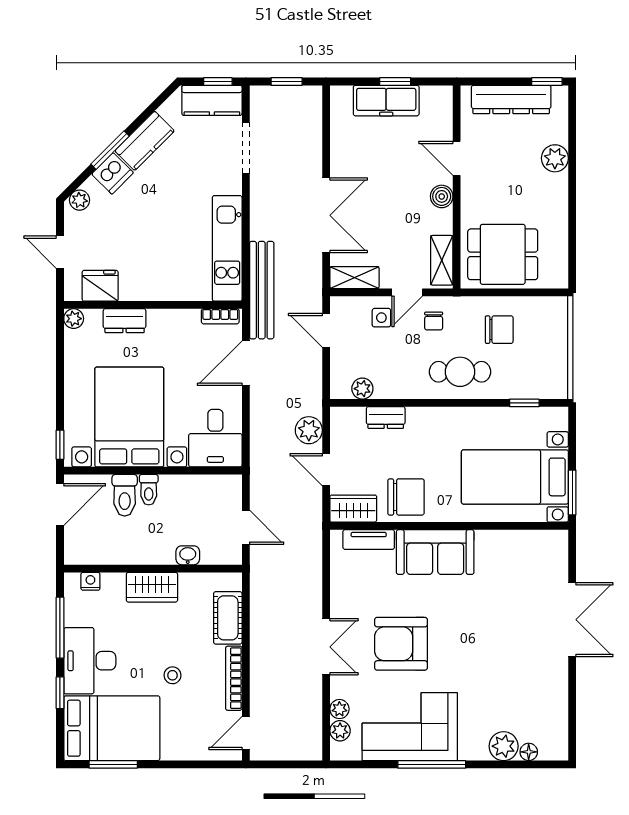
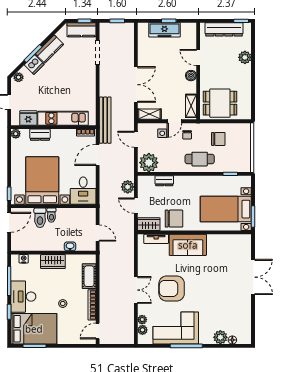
kitchen unit: (227, 248) -> (63, 118), moved, turned 90
plant: (362, 389) -> (149, 163), width x1.88, depth x1.88

